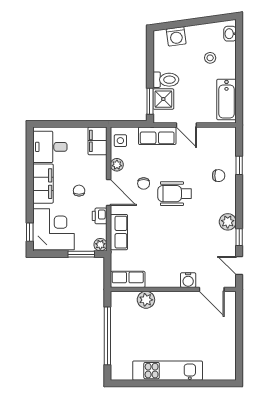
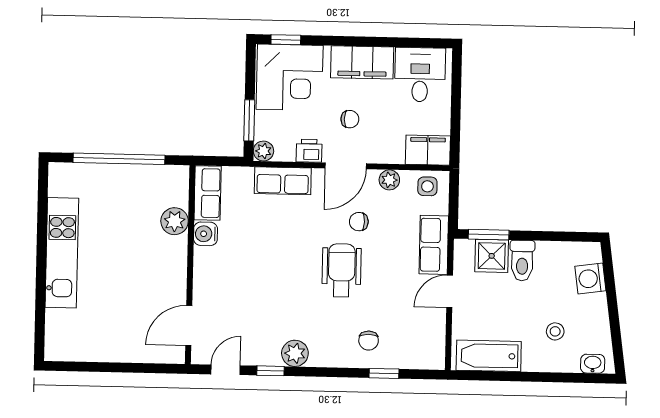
water cooler: (188, 280) -> (206, 234), moved

